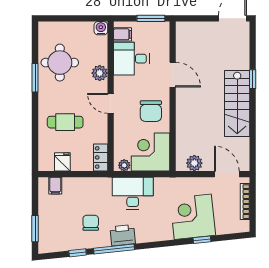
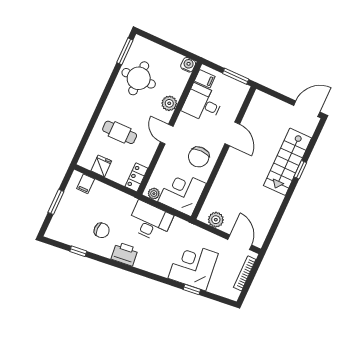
window: (35, 78) -> (125, 51), moved
stairs: (237, 104) -> (288, 162), moved
chair: (91, 223) -> (102, 230), turned 90
window: (35, 229) -> (56, 202), moved
window: (114, 249) -> (112, 262), removed

